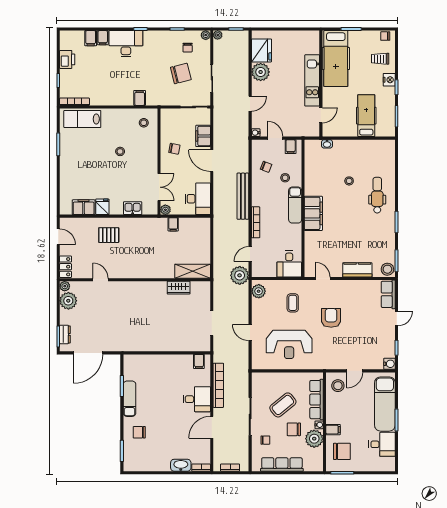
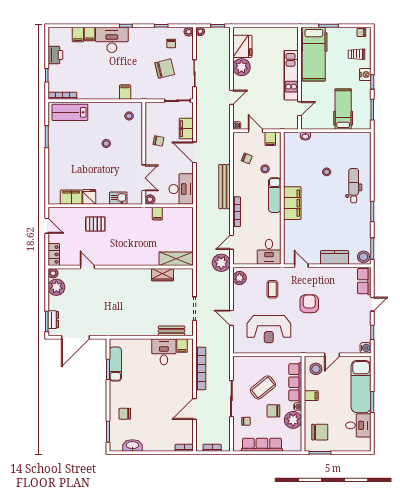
bench: (188, 346) -> (172, 331), added
exam couch: (129, 399) -> (115, 364), moved
desk: (197, 399) -> (164, 352), moved, turned -90
filing cabinet: (333, 430) -> (311, 396), moved
washbasin: (181, 465) -> (132, 445), moved

